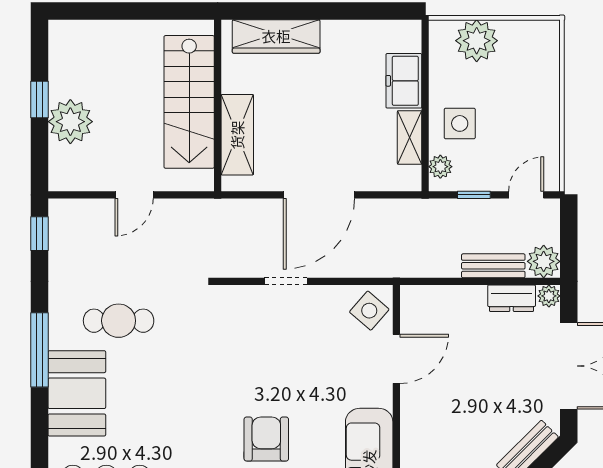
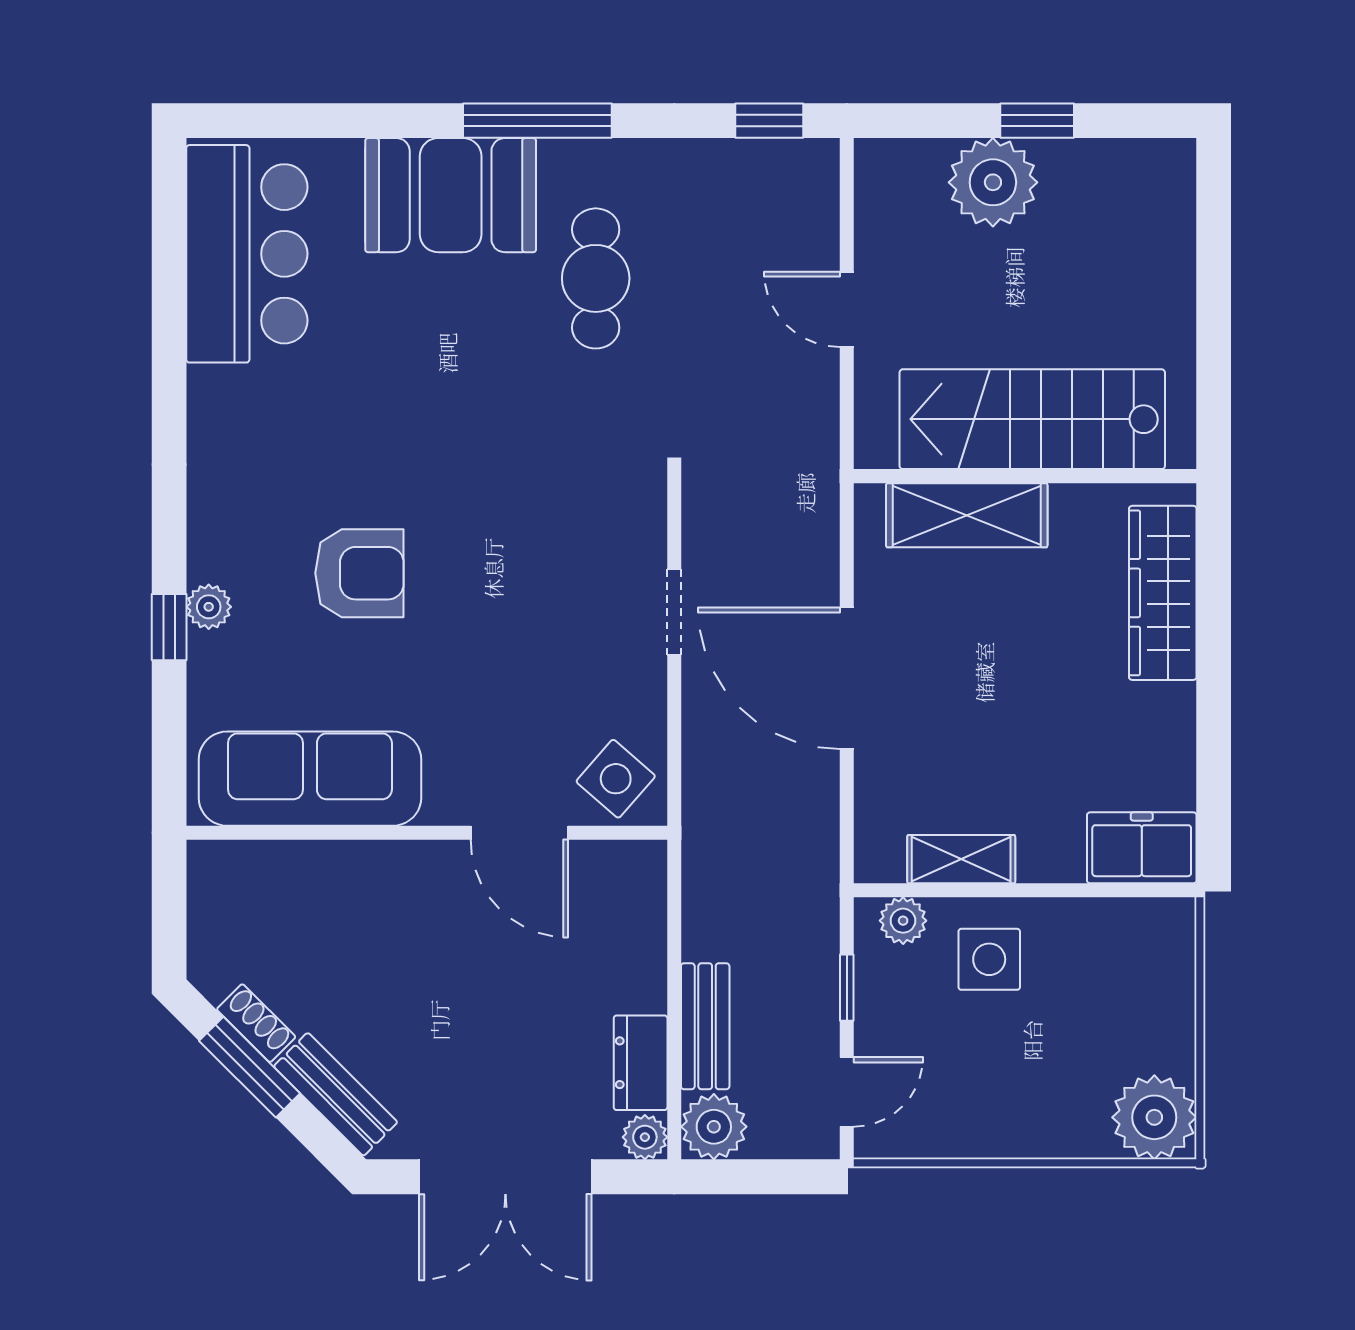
plant: (477, 41) -> (1154, 1117), moved
freezer: (404, 81) -> (1142, 848), moved
door: (526, 195) -> (847, 1092), hinge flipped

